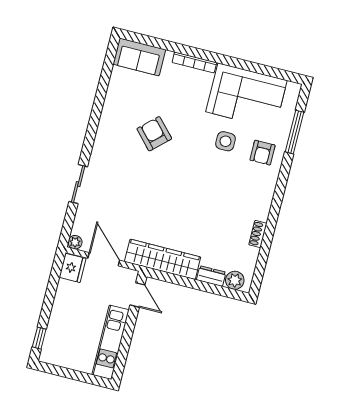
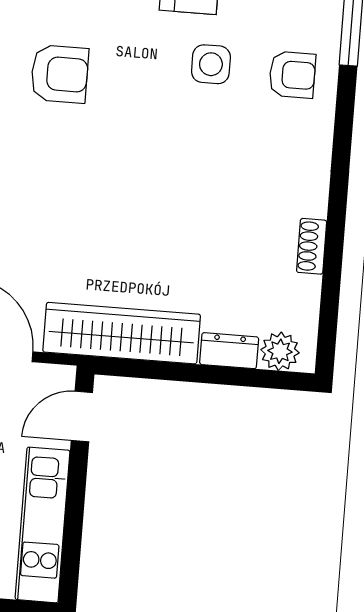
armchair: (154, 134) -> (60, 74), turned 133
armchair: (263, 153) -> (292, 75), turned -90
door: (137, 295) -> (82, 416), swing flipped

